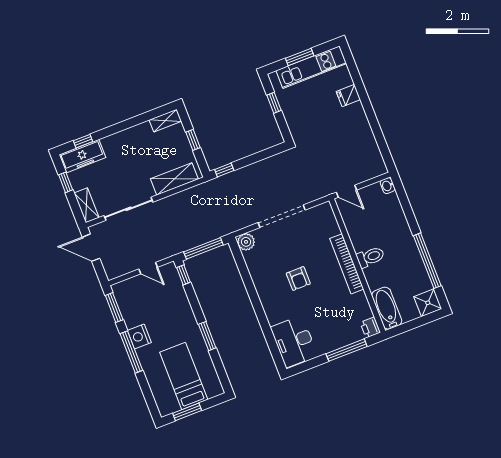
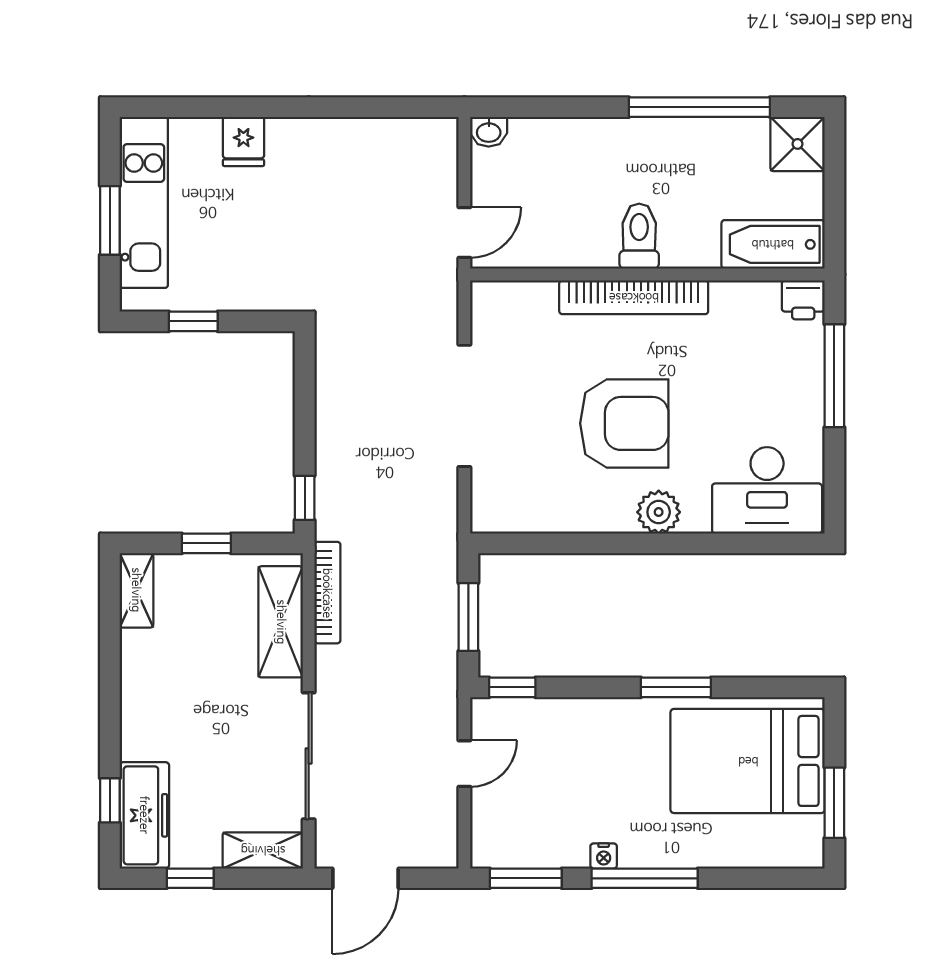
bookcase: (192, 192) -> (327, 593), added
plant: (246, 242) -> (659, 512), moved
window: (203, 248) -> (468, 617), width x0.69
armchair: (298, 279) -> (624, 423), width x1.88, depth x1.88
nightstand: (139, 336) -> (604, 856), width x0.53, depth x0.56
bed: (184, 376) -> (748, 761), width x1.50

